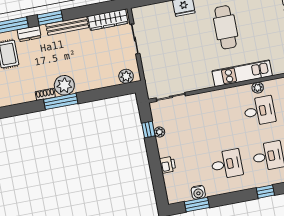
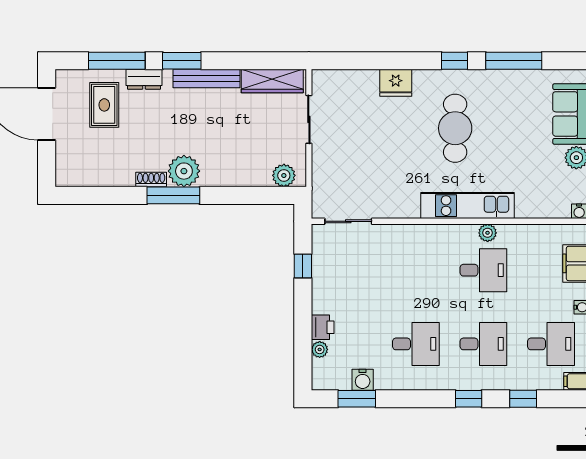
plant: (159, 132) -> (320, 349), moved

